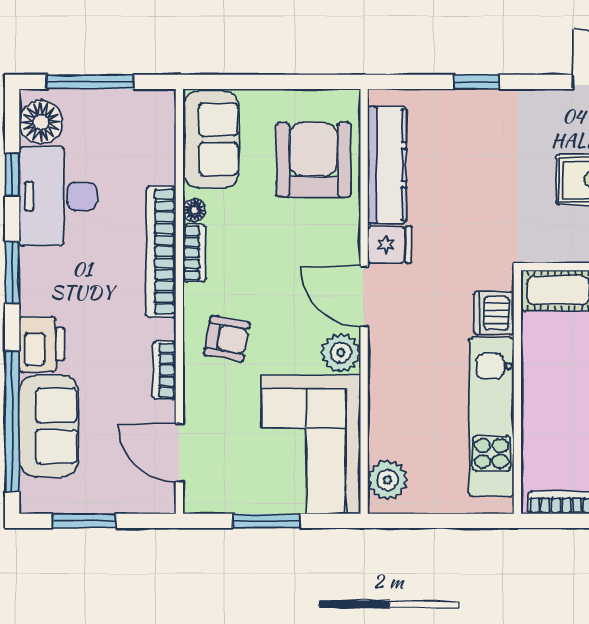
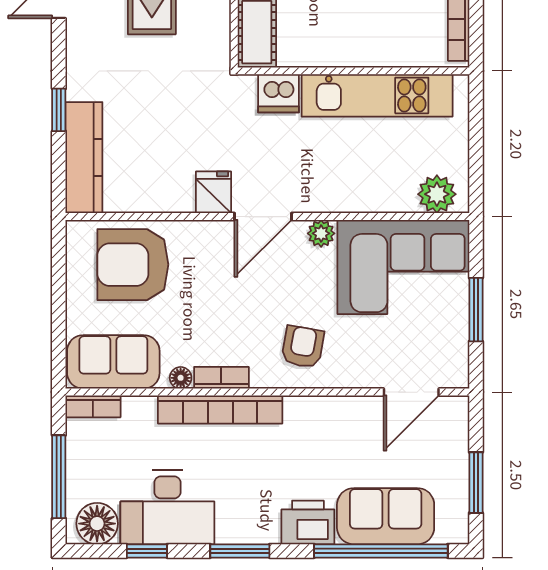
kitchen counter: (387, 165) -> (84, 158), moved, turned 90
plant: (341, 353) -> (321, 233), width x0.73, depth x0.73
bookcase: (164, 370) -> (93, 406), moved

